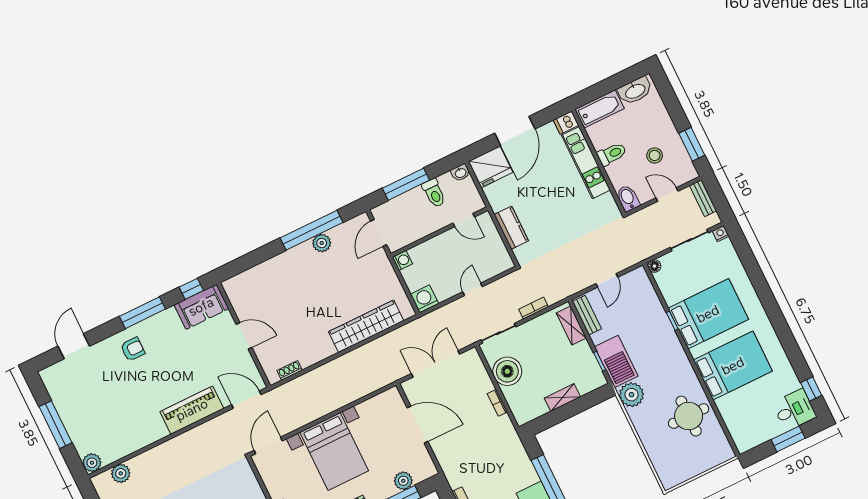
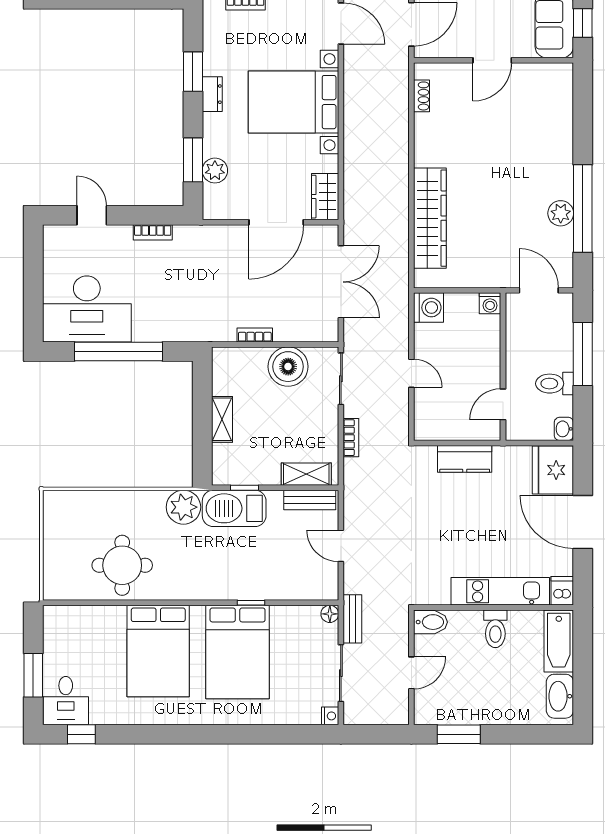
stool: (655, 155) -> (467, 681), removed
bench: (703, 198) -> (352, 619), moved, turned 90
wardrobe: (385, 401) -> (325, 197), added

